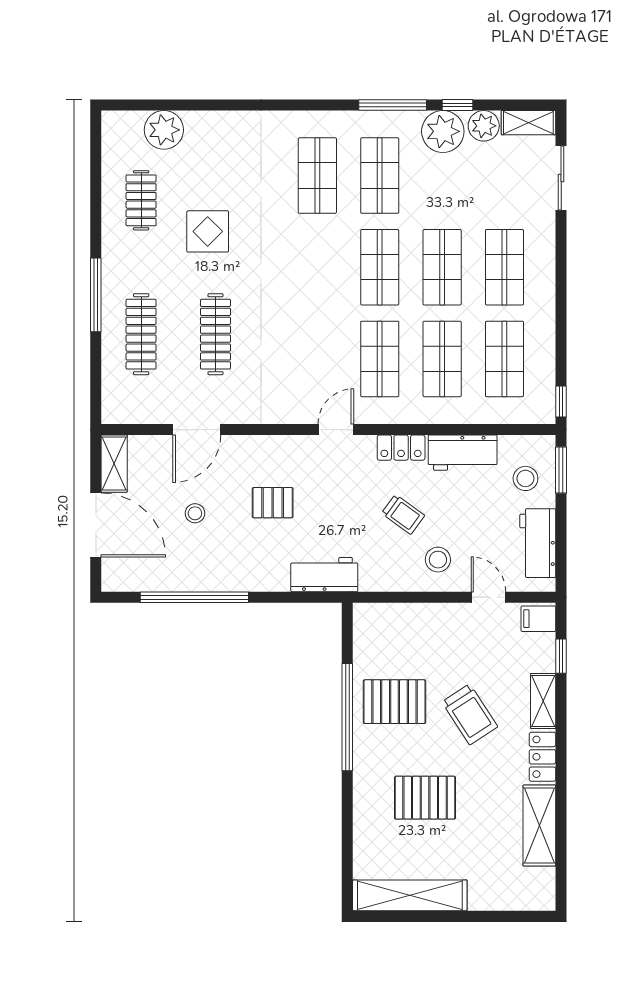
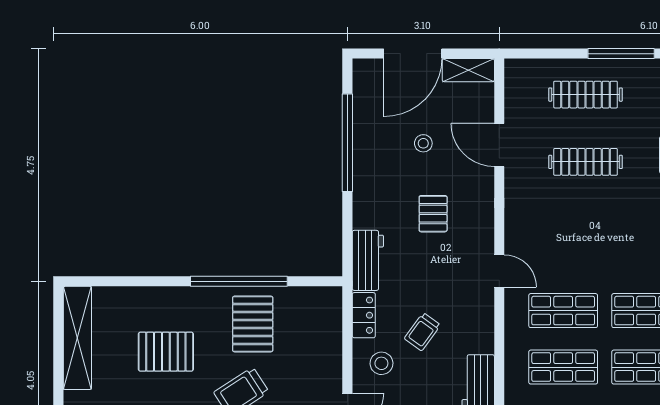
locker: (401, 448) -> (364, 315), moved, turned 180
pallet: (425, 798) -> (166, 352), turned 90

